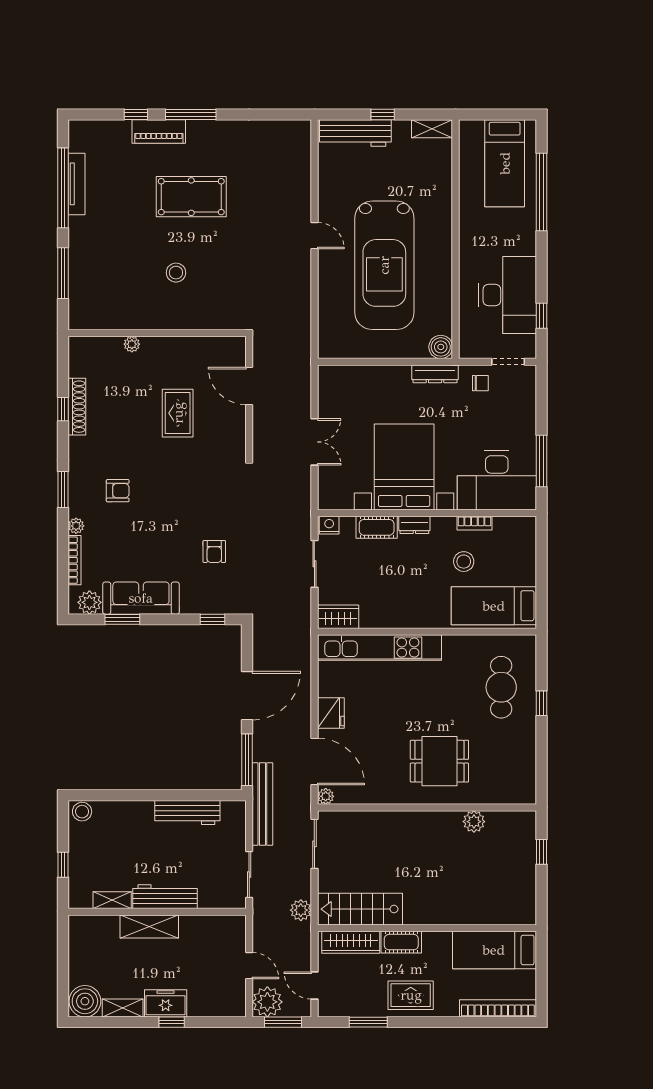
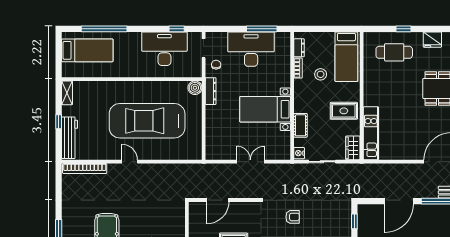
bookcase: (303, 159) -> (85, 168), added
door: (314, 236) -> (130, 162), hinge flipped
car: (384, 265) -> (147, 121), turned 180
bed with nightstands: (404, 467) -> (265, 109), width x0.73
desk: (497, 480) -> (251, 49), moved, turned -90
dresser: (414, 525) -> (299, 48), moved
armchair: (214, 552) -> (293, 217), moved
rug: (401, 601) -> (344, 111), added
kitchen unit: (379, 648) -> (371, 133), width x0.73
door: (247, 696) -> (399, 201), swing flipped
fridge: (331, 713) -> (432, 40), moved, turned 180

